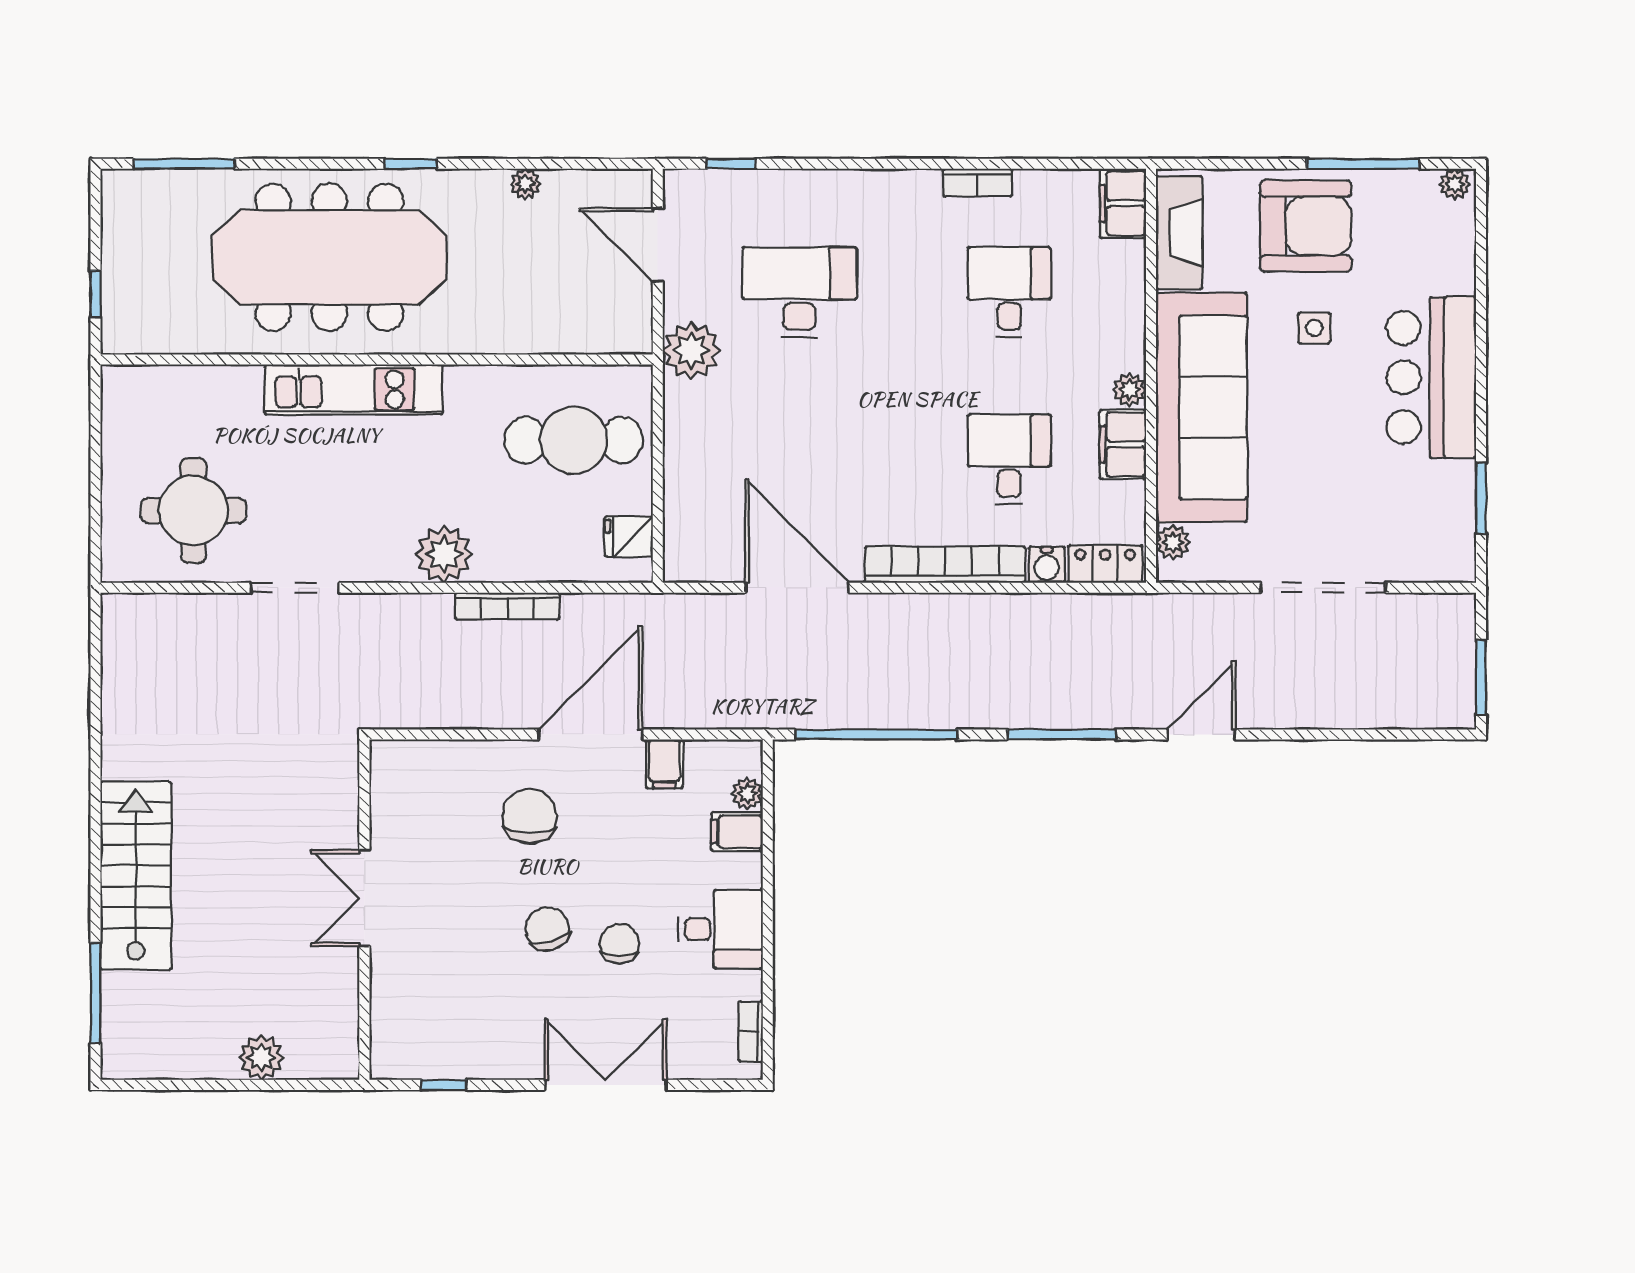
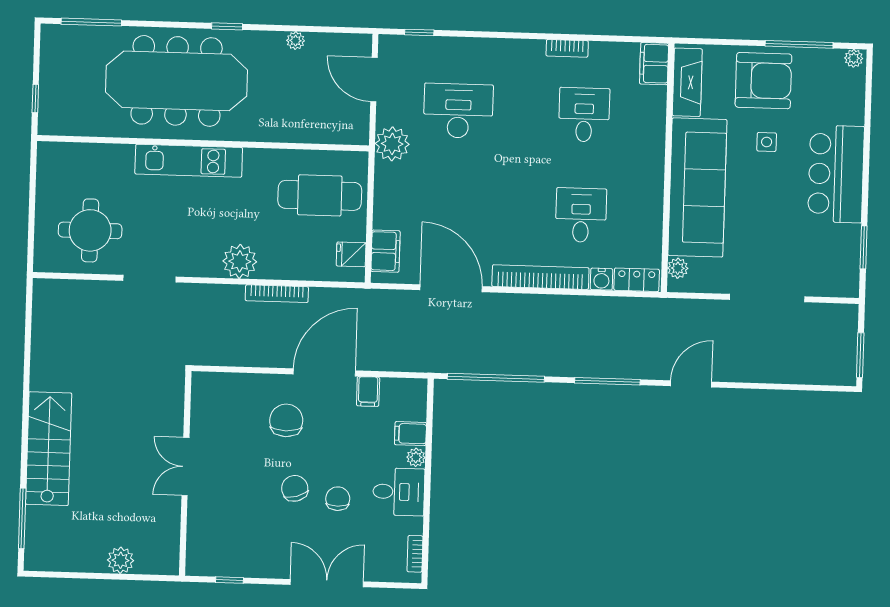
plant: (1130, 390) -> (655, 176), removed
filing cabinet: (1123, 444) -> (385, 251), moved, turned 180
plant: (747, 793) -> (416, 457), moved

